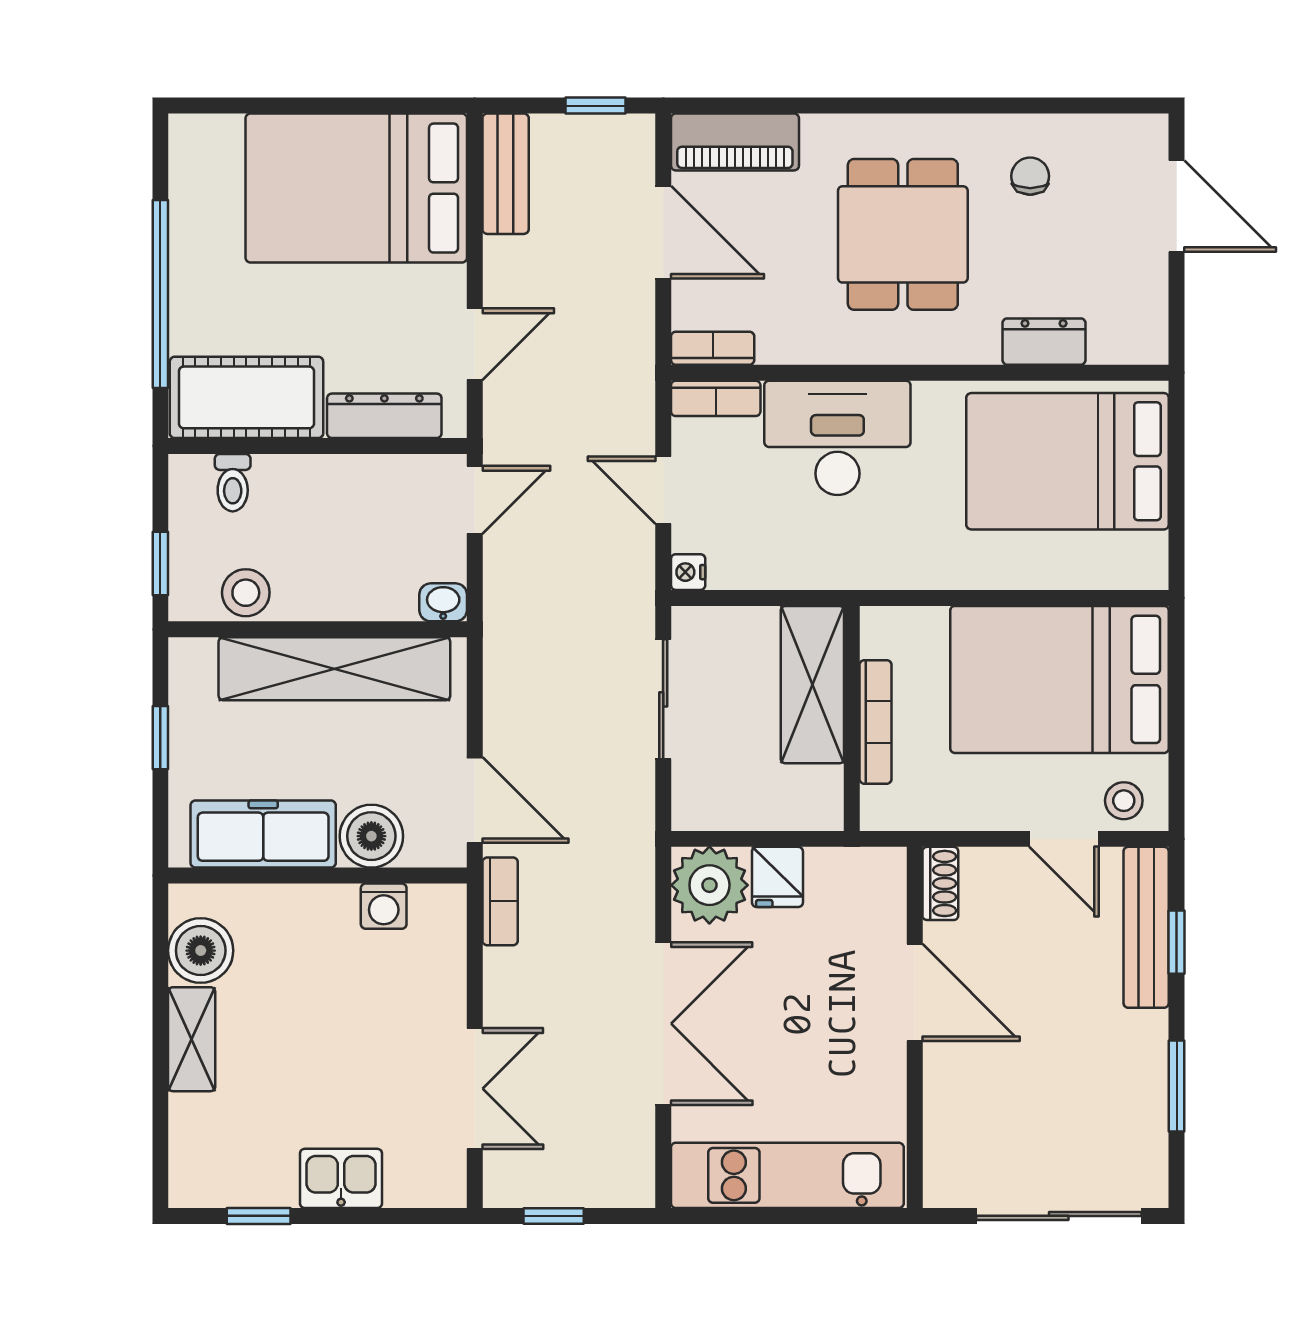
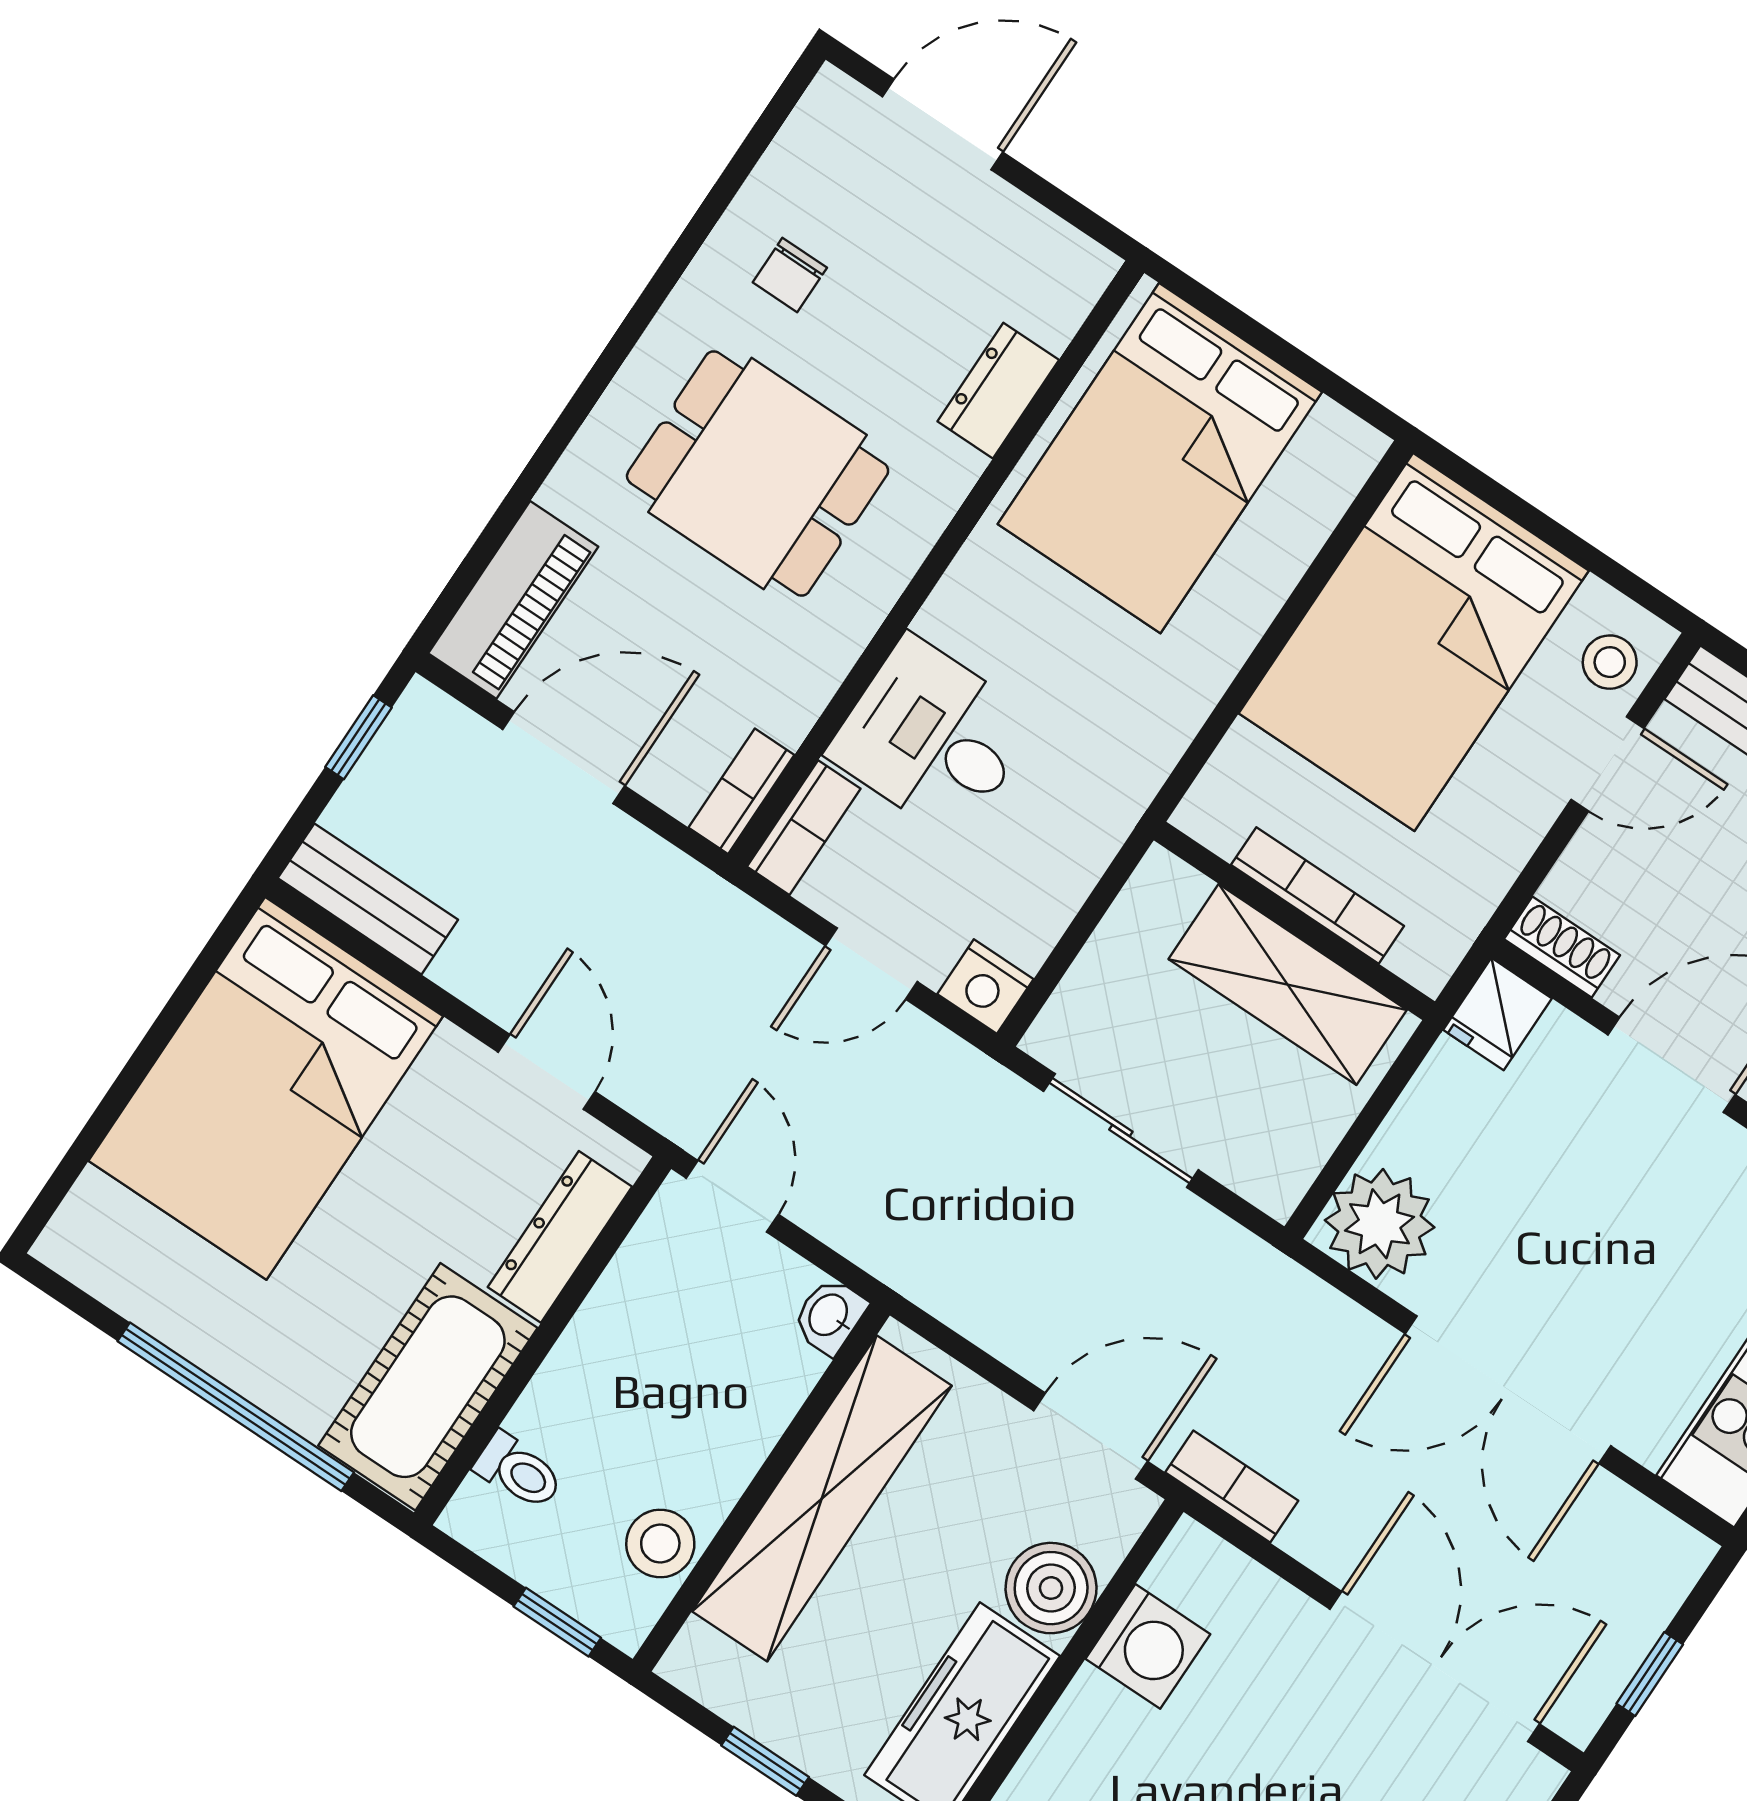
chair: (1030, 176) -> (790, 275), turned -90
desk: (837, 438) -> (932, 738), width x0.73
nightstand: (688, 572) -> (985, 987), width x1.39, depth x1.35
shelving: (812, 685) -> (1288, 984), moved
fridge: (777, 877) -> (1497, 1014), moved, turned 90
washing machine: (384, 906) -> (1148, 1646), width x1.38, depth x1.38
double door: (663, 1024) -> (1508, 1390), swing flipped
double door: (475, 1089) -> (1435, 1666), width x1.37

